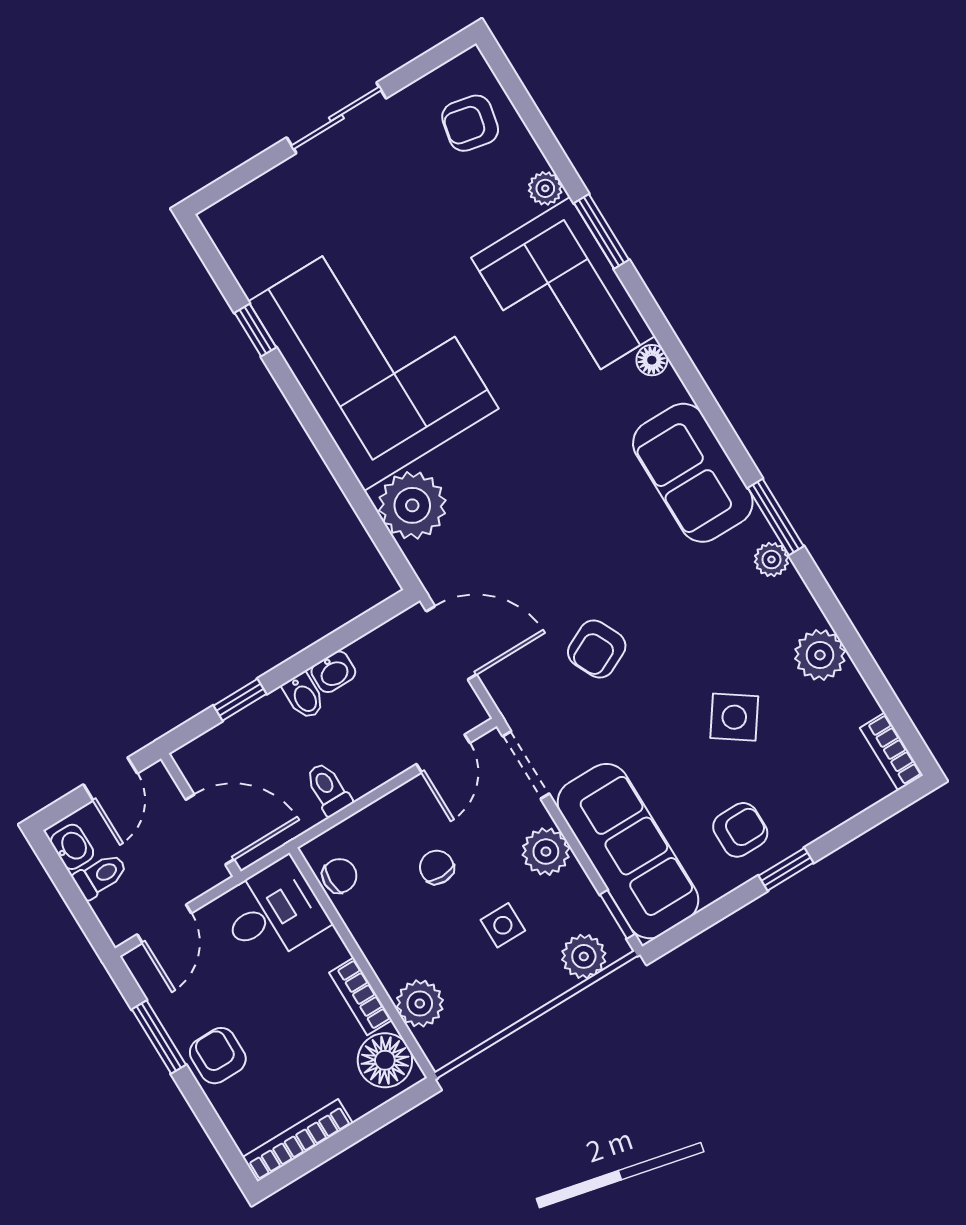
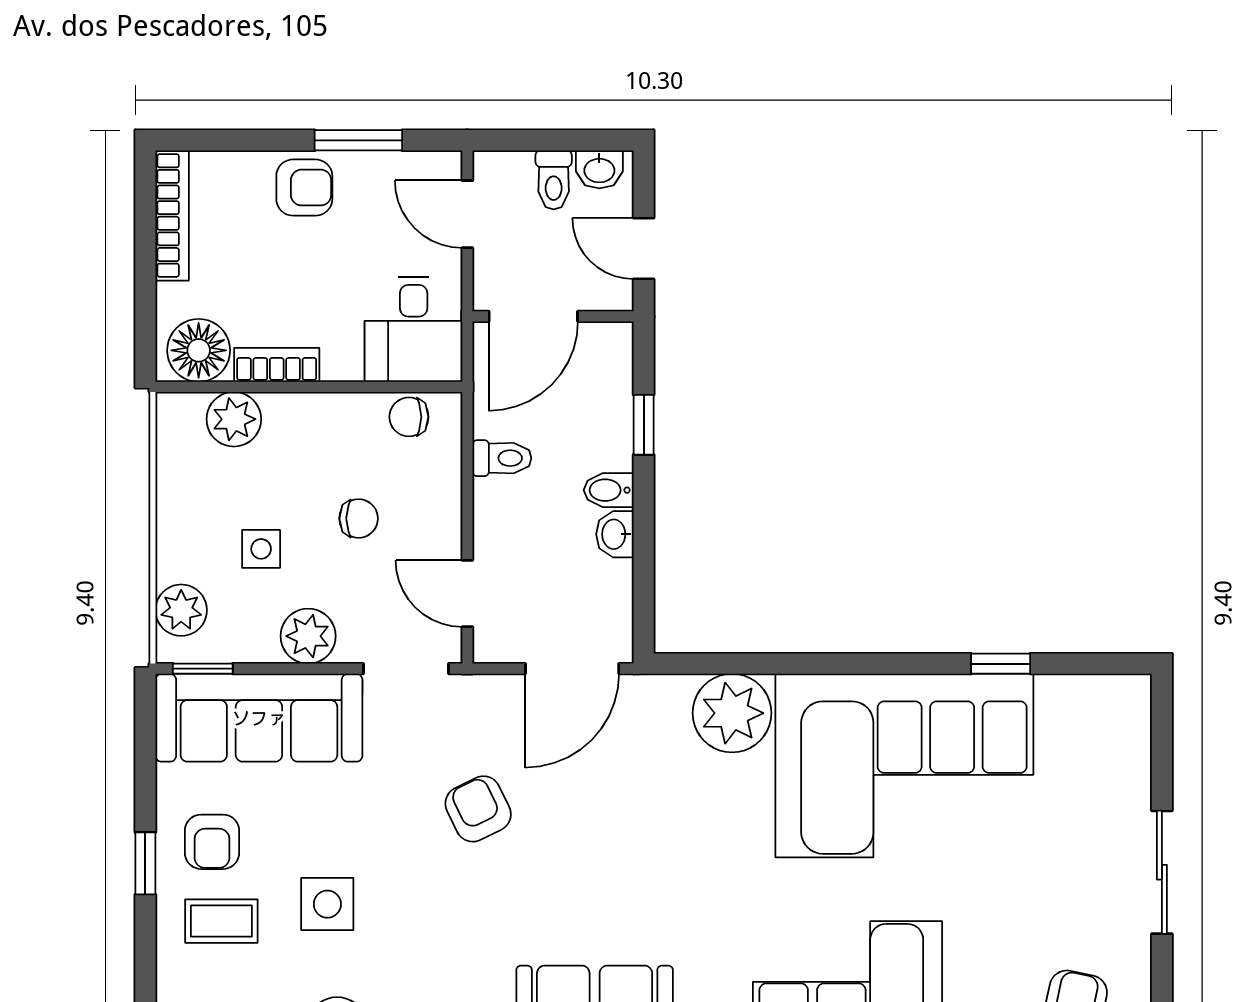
side table: (734, 717) -> (327, 904), turned -35
coffee table: (794, 787) -> (221, 921), added
chair: (339, 876) -> (409, 417), turned 90

